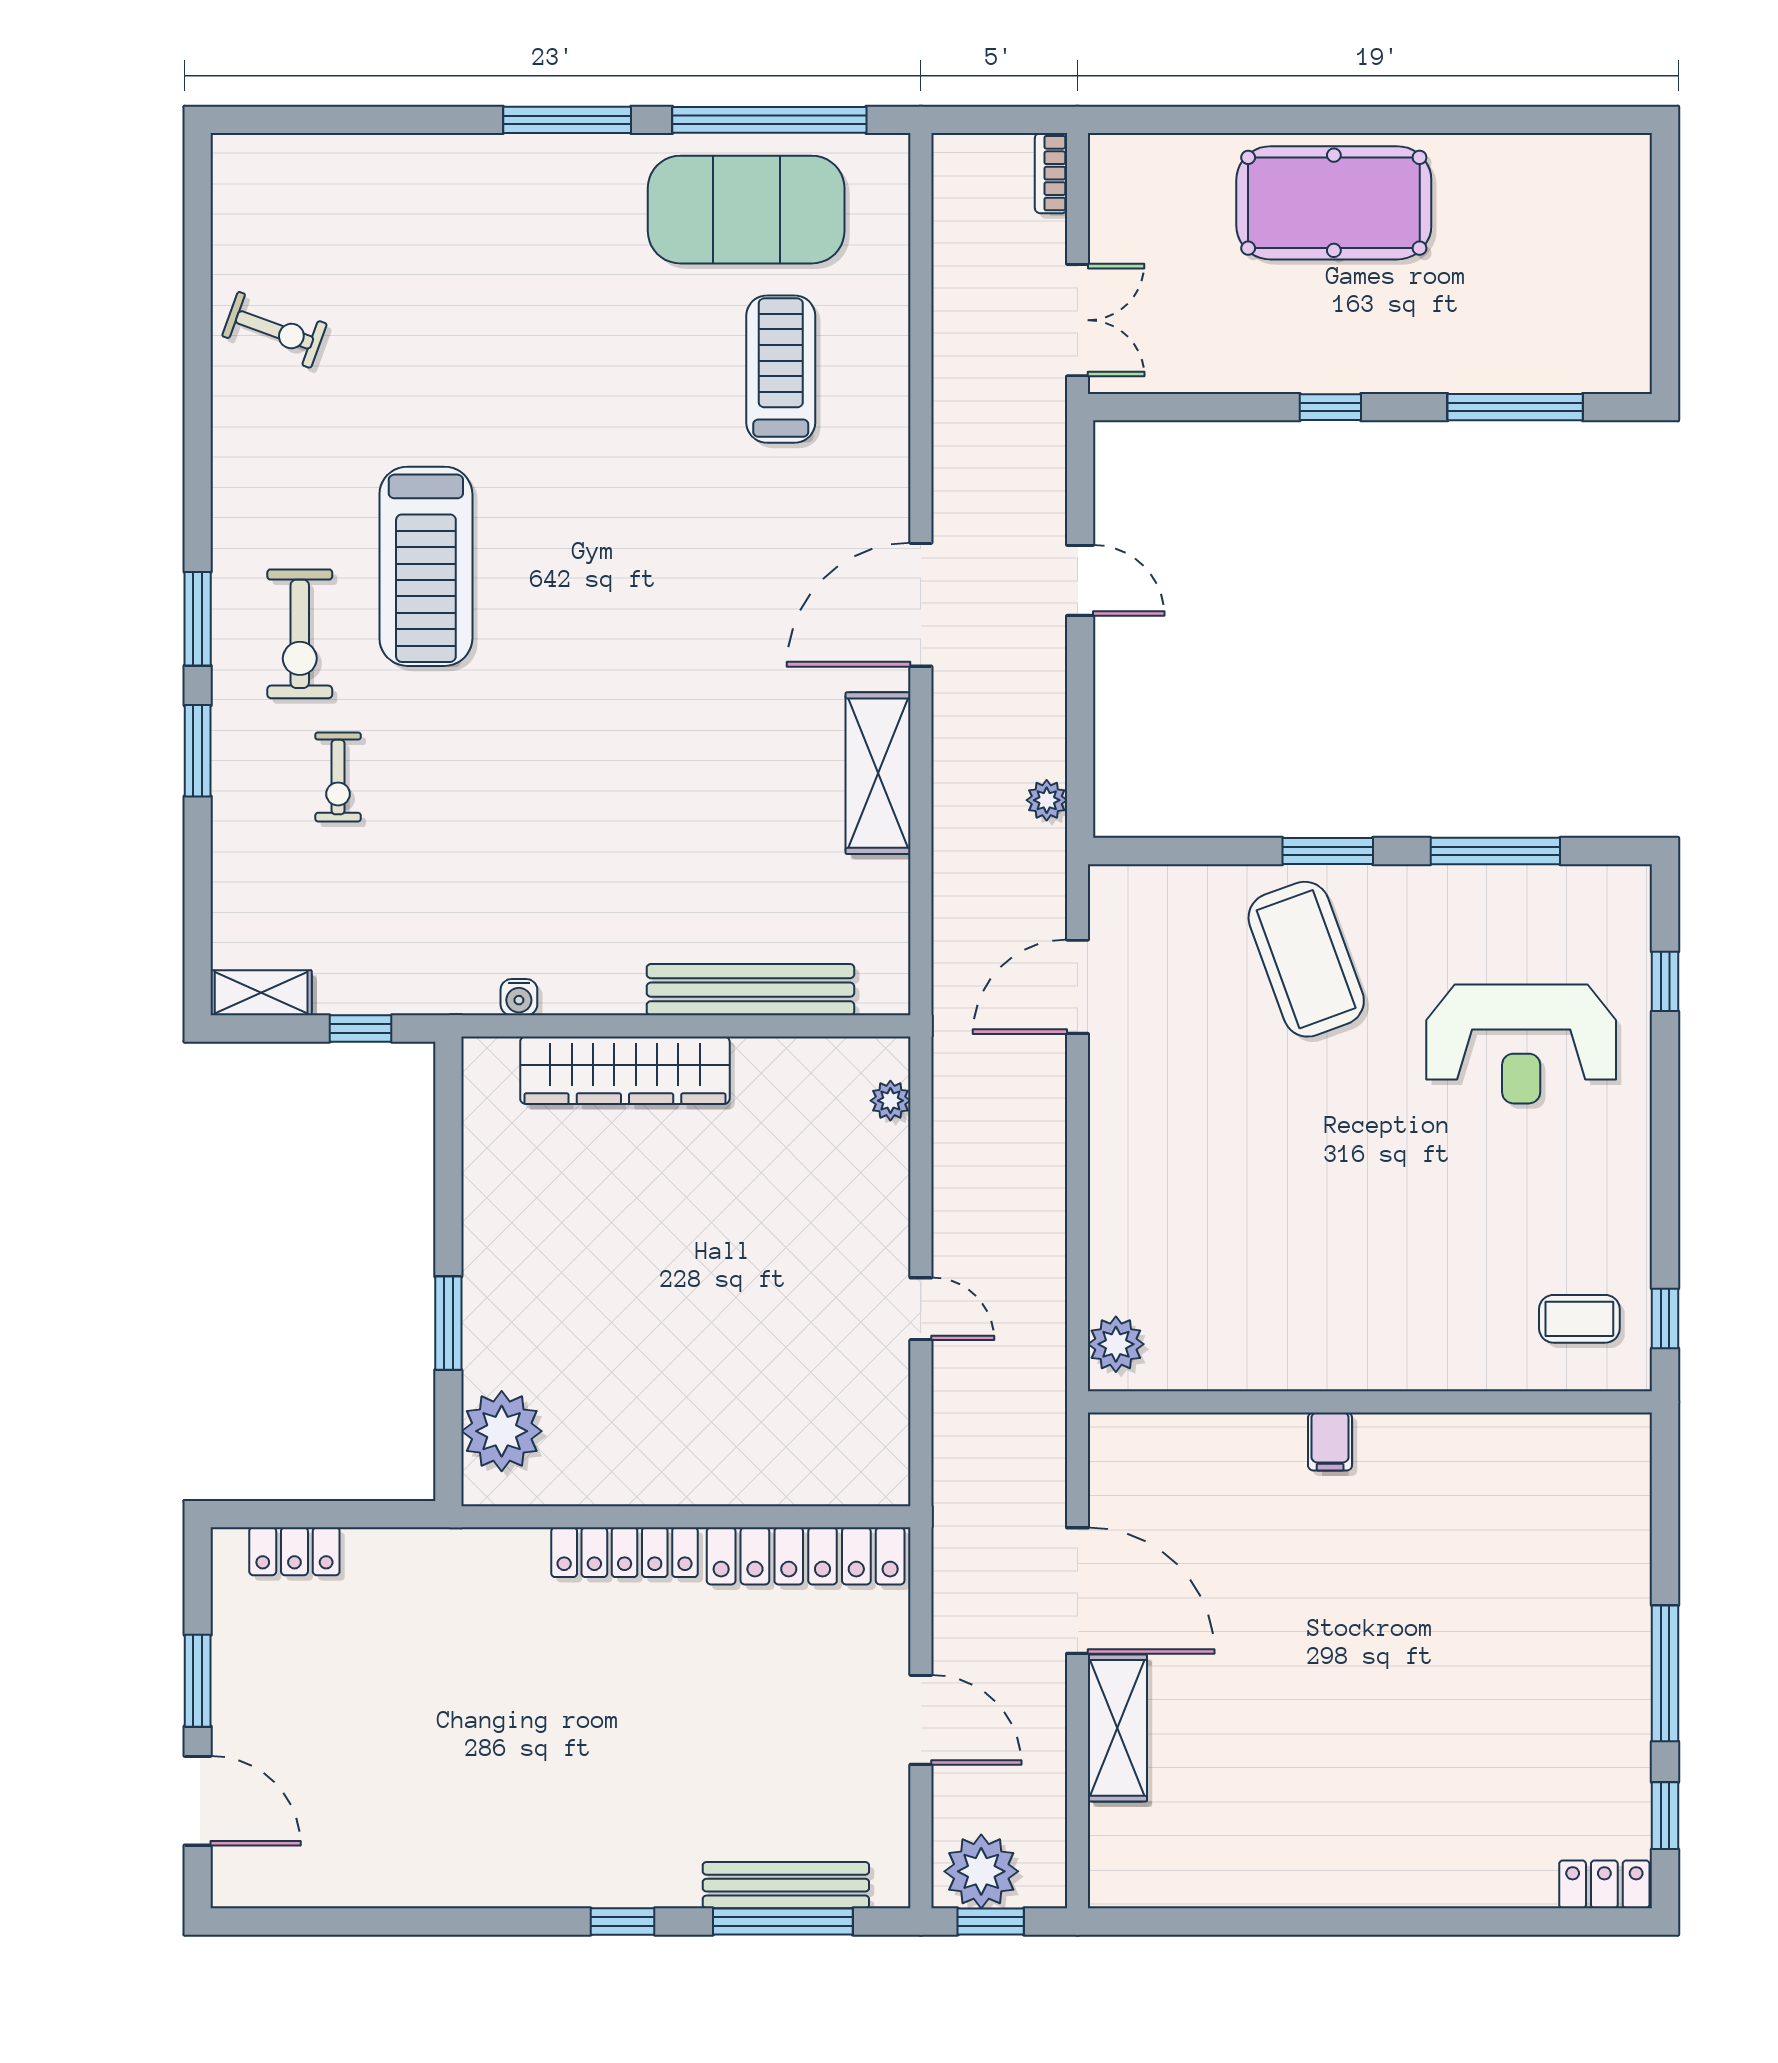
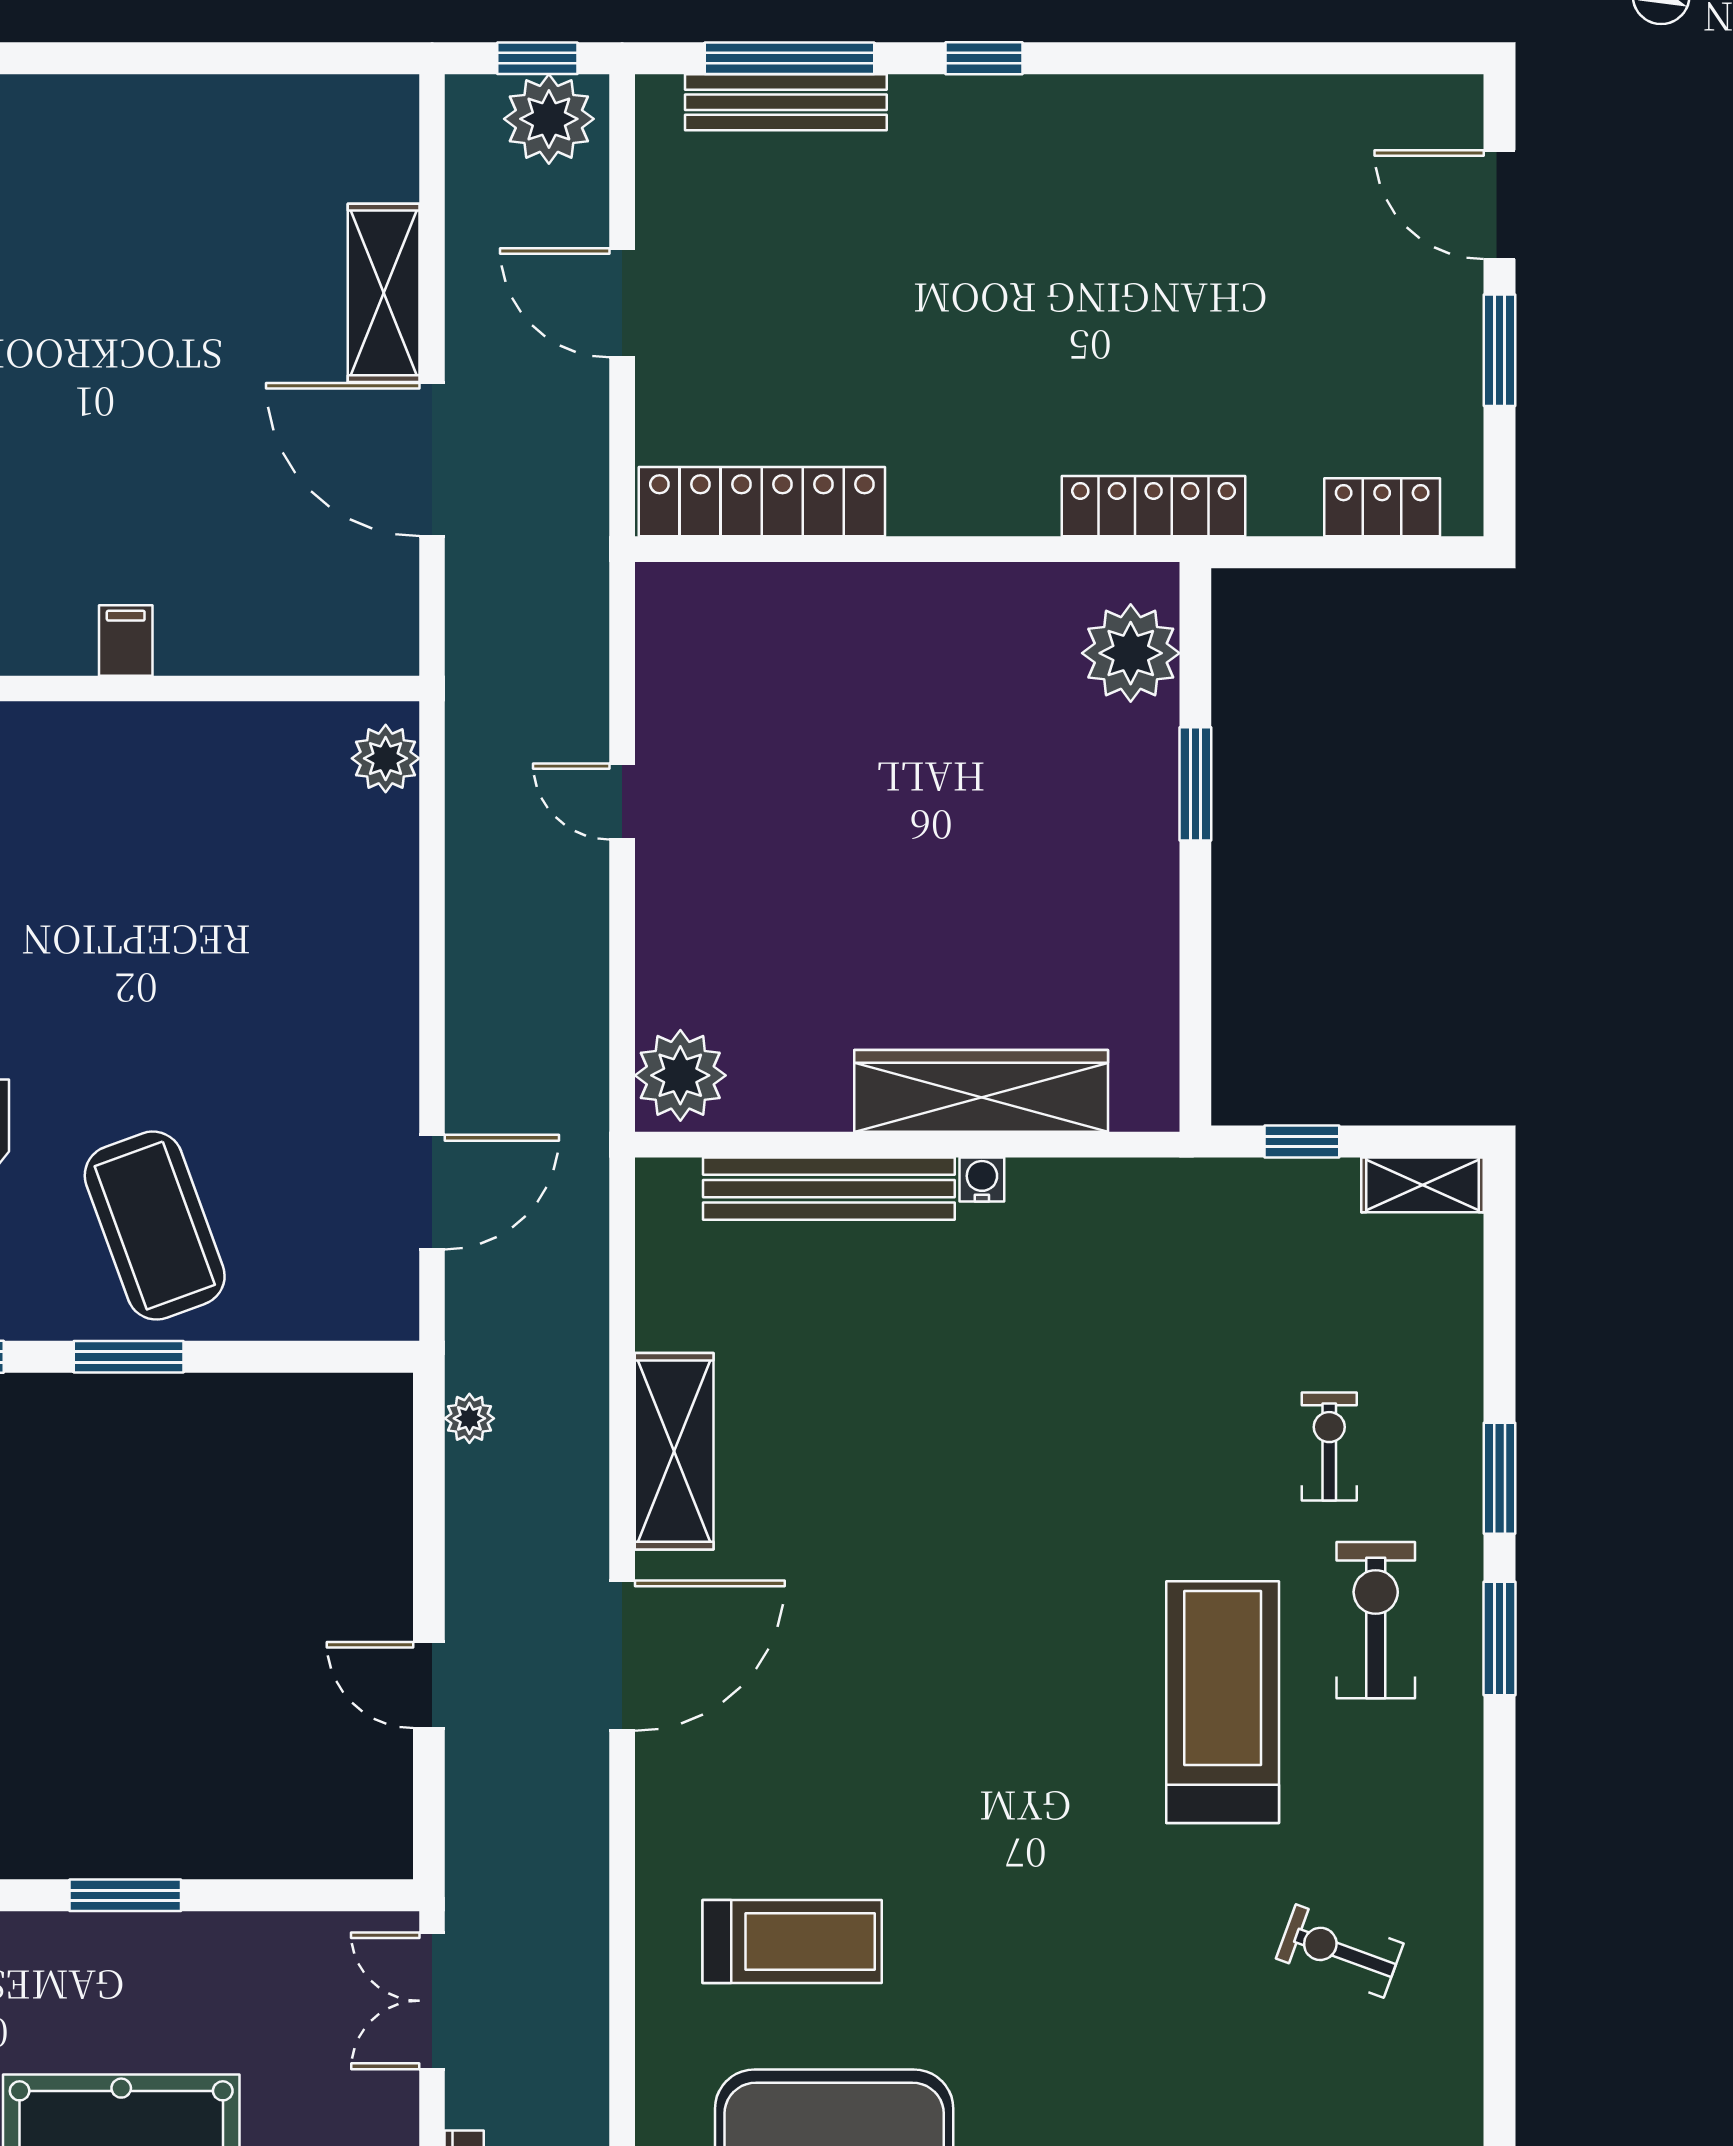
exercise bike: (274, 330) -> (1340, 1951), moved
treadmill: (781, 369) -> (792, 1941), turned -90
window: (1330, 407) -> (125, 1895), width x1.50
water cooler: (519, 997) -> (982, 1179), moved
plant: (890, 1101) -> (680, 1075), width x1.88, depth x1.88
locker: (625, 1552) -> (1154, 506), moved

